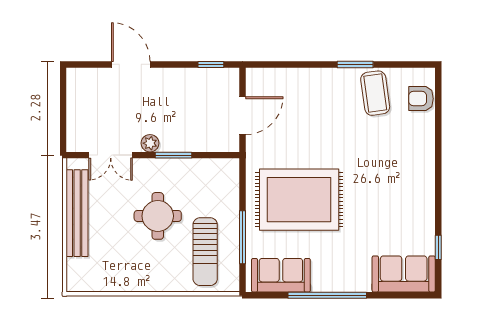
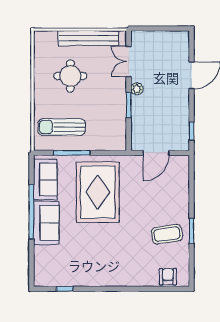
coffee table: (375, 93) -> (167, 234), moved
door: (242, 116) -> (156, 153), hinge flipped
round table: (158, 216) -> (70, 76), moved
sofa: (404, 274) -> (46, 223), moved

